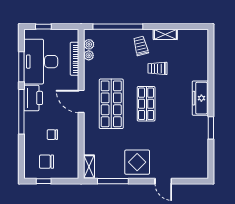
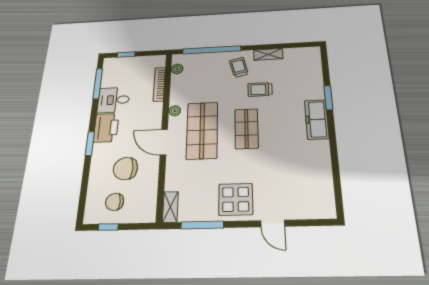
plant: (89, 55) -> (175, 111), moved
desk: (41, 62) -> (114, 100), width x0.53, depth x0.77
window: (21, 67) -> (98, 84), moved
door: (81, 101) -> (164, 142), moved
window: (21, 112) -> (90, 144), width x0.47
window: (211, 128) -> (328, 98), moved
chair: (52, 135) -> (125, 169), width x1.87, depth x1.87

